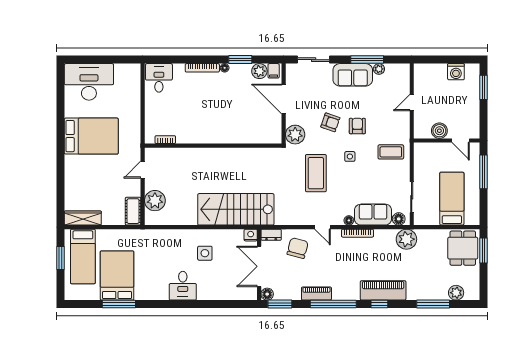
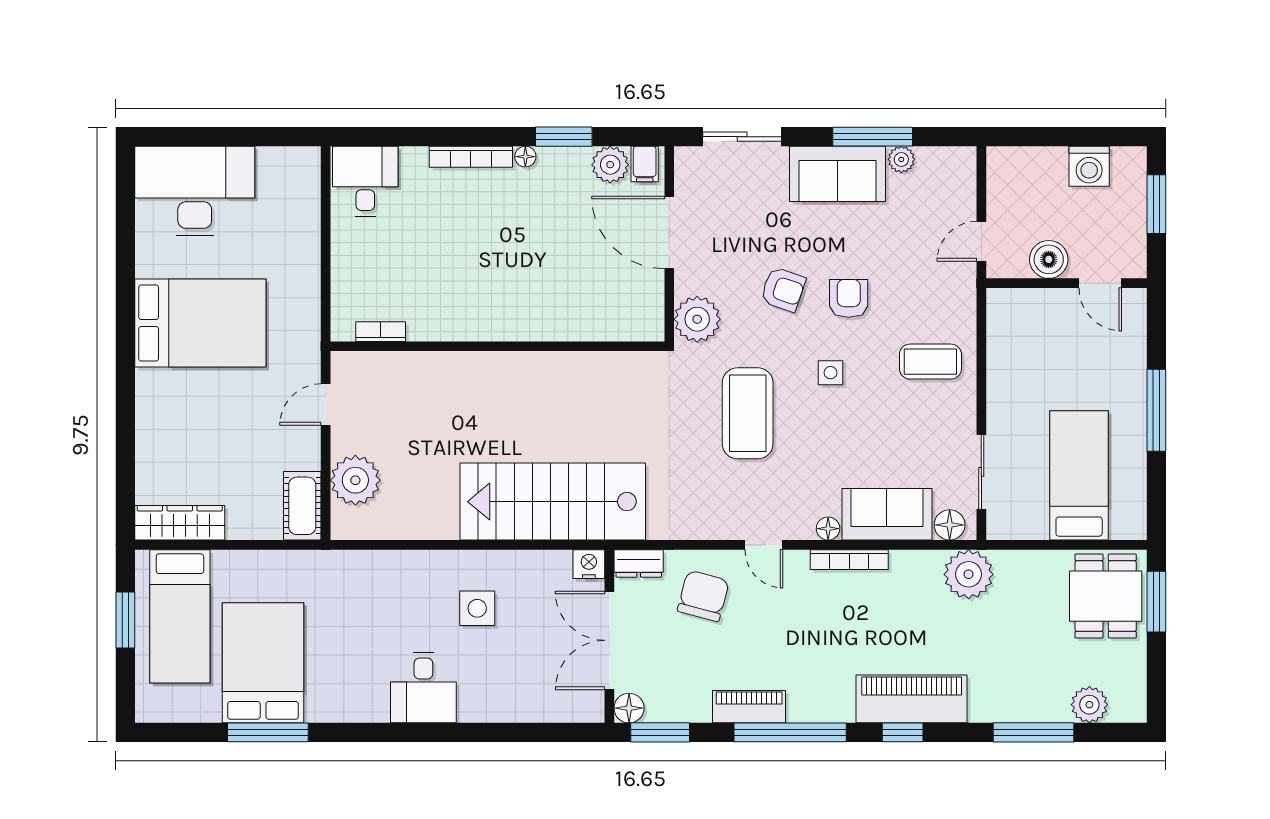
boiler: (439, 131) -> (1049, 259), moved
wall: (447, 140) -> (1066, 283), moved
door: (461, 140) -> (1100, 283), moved

